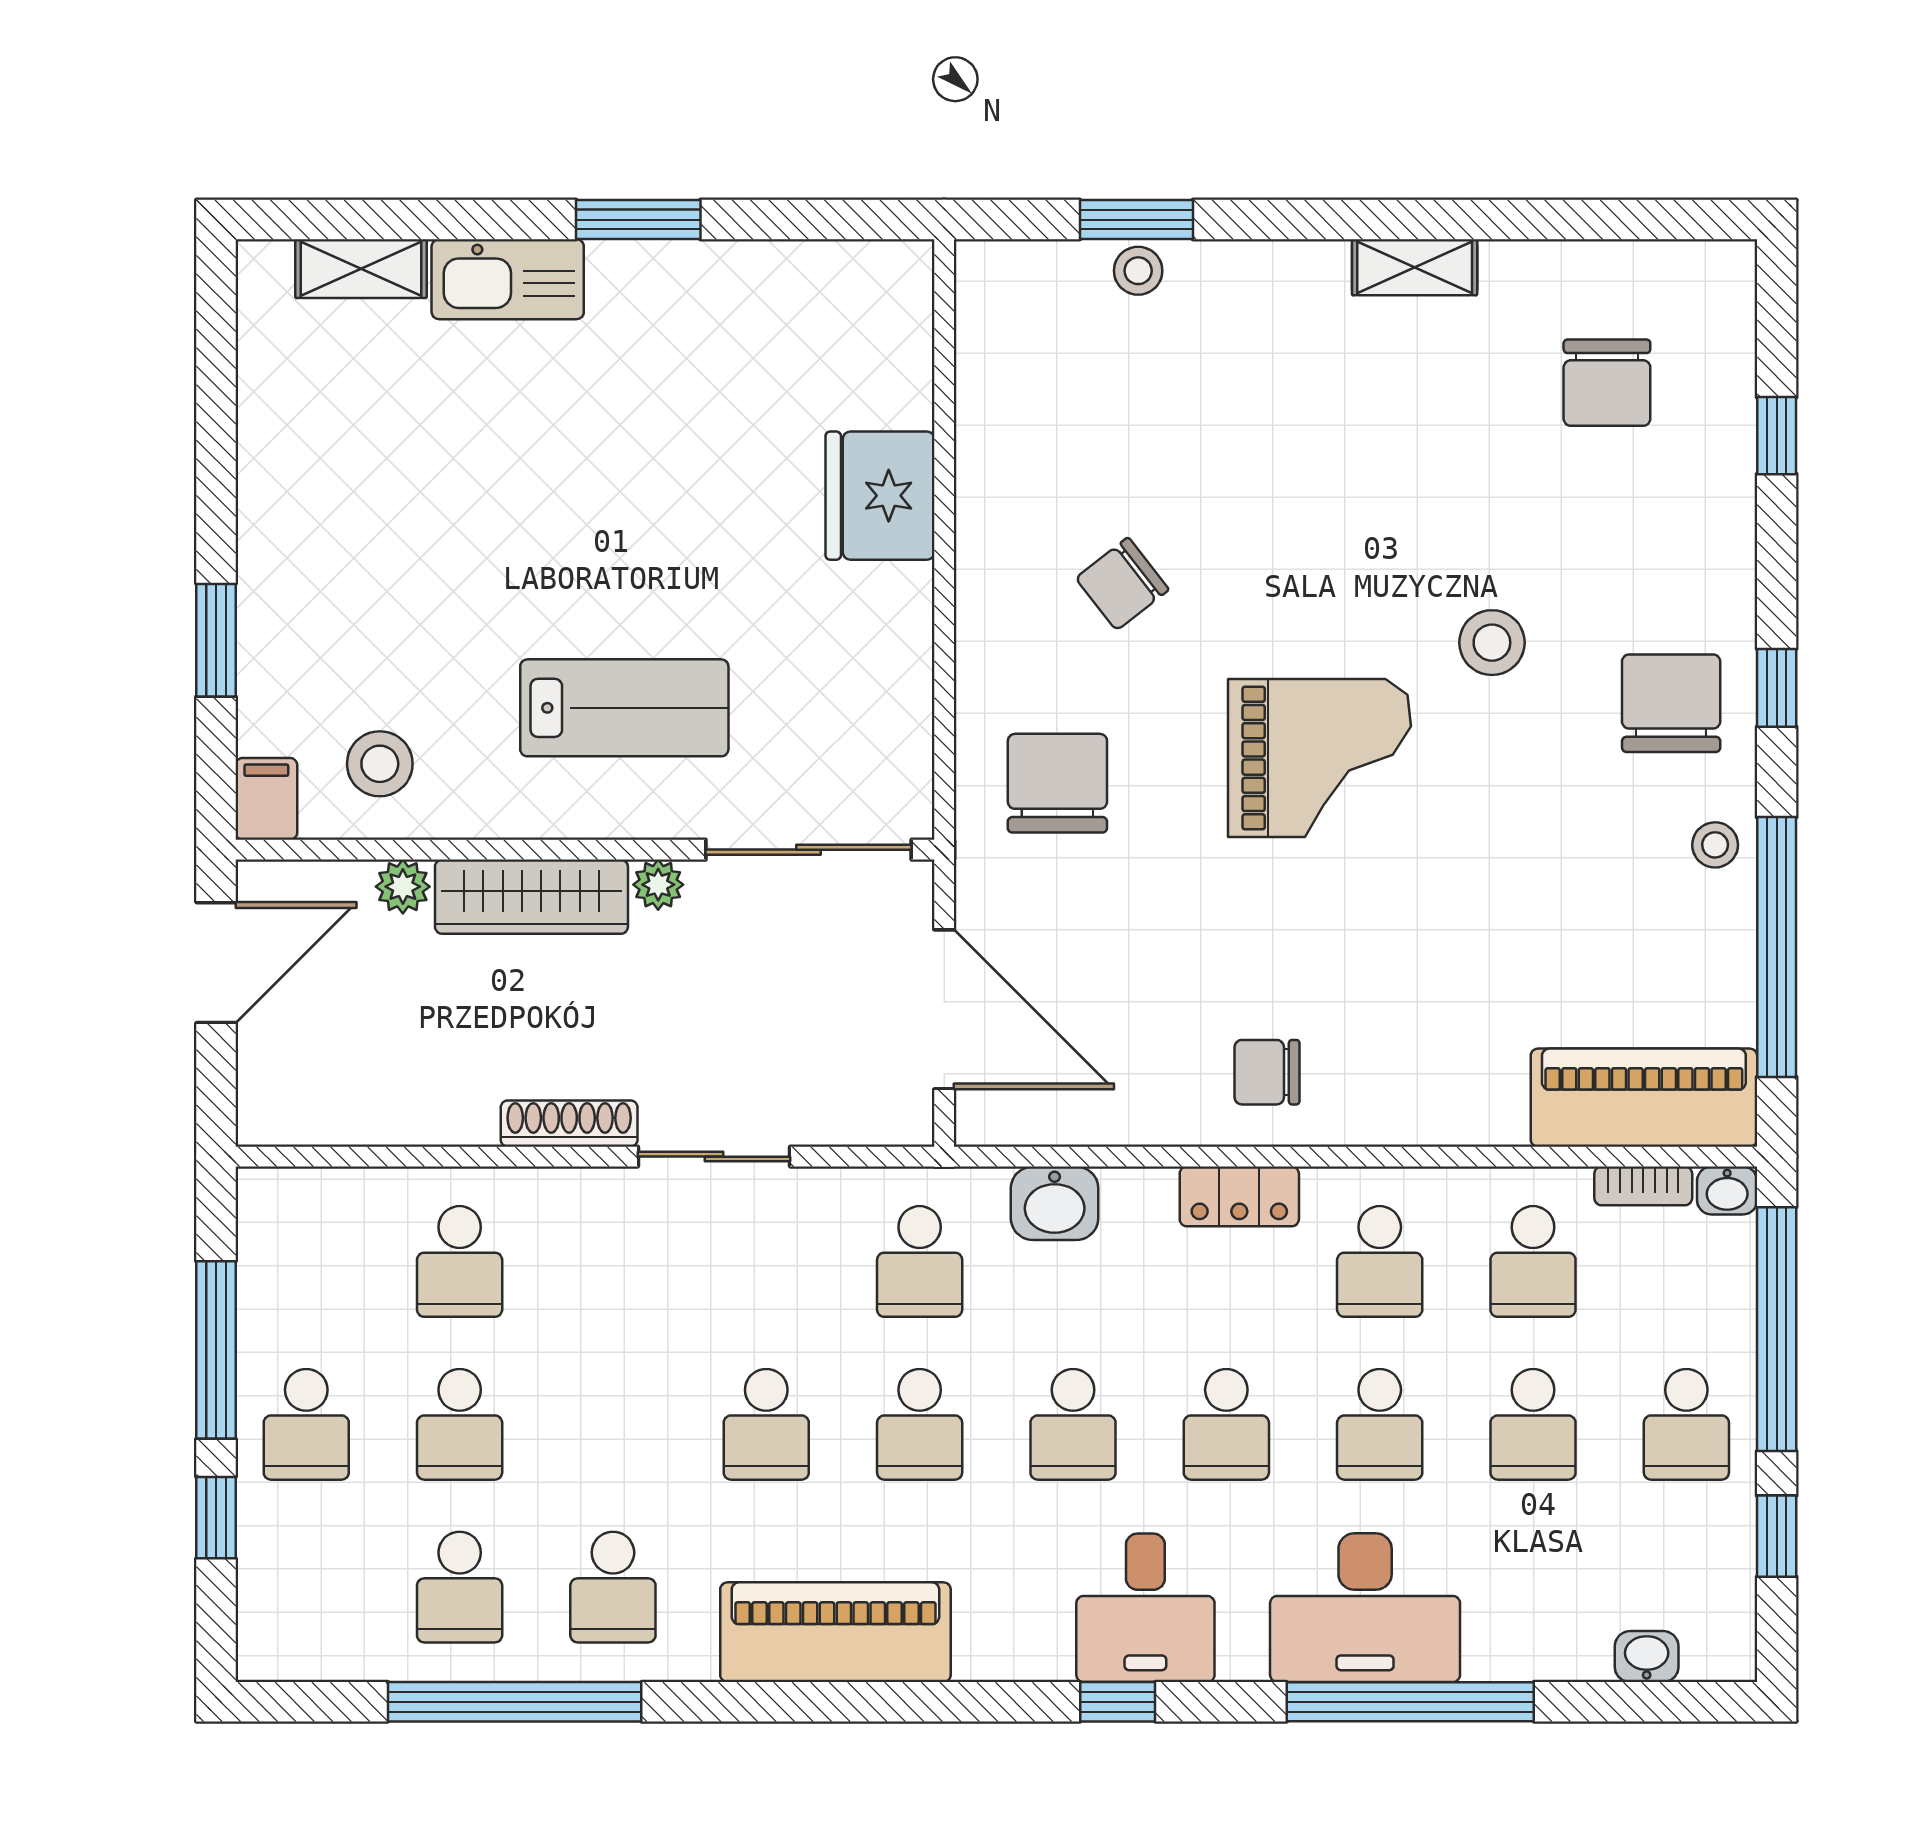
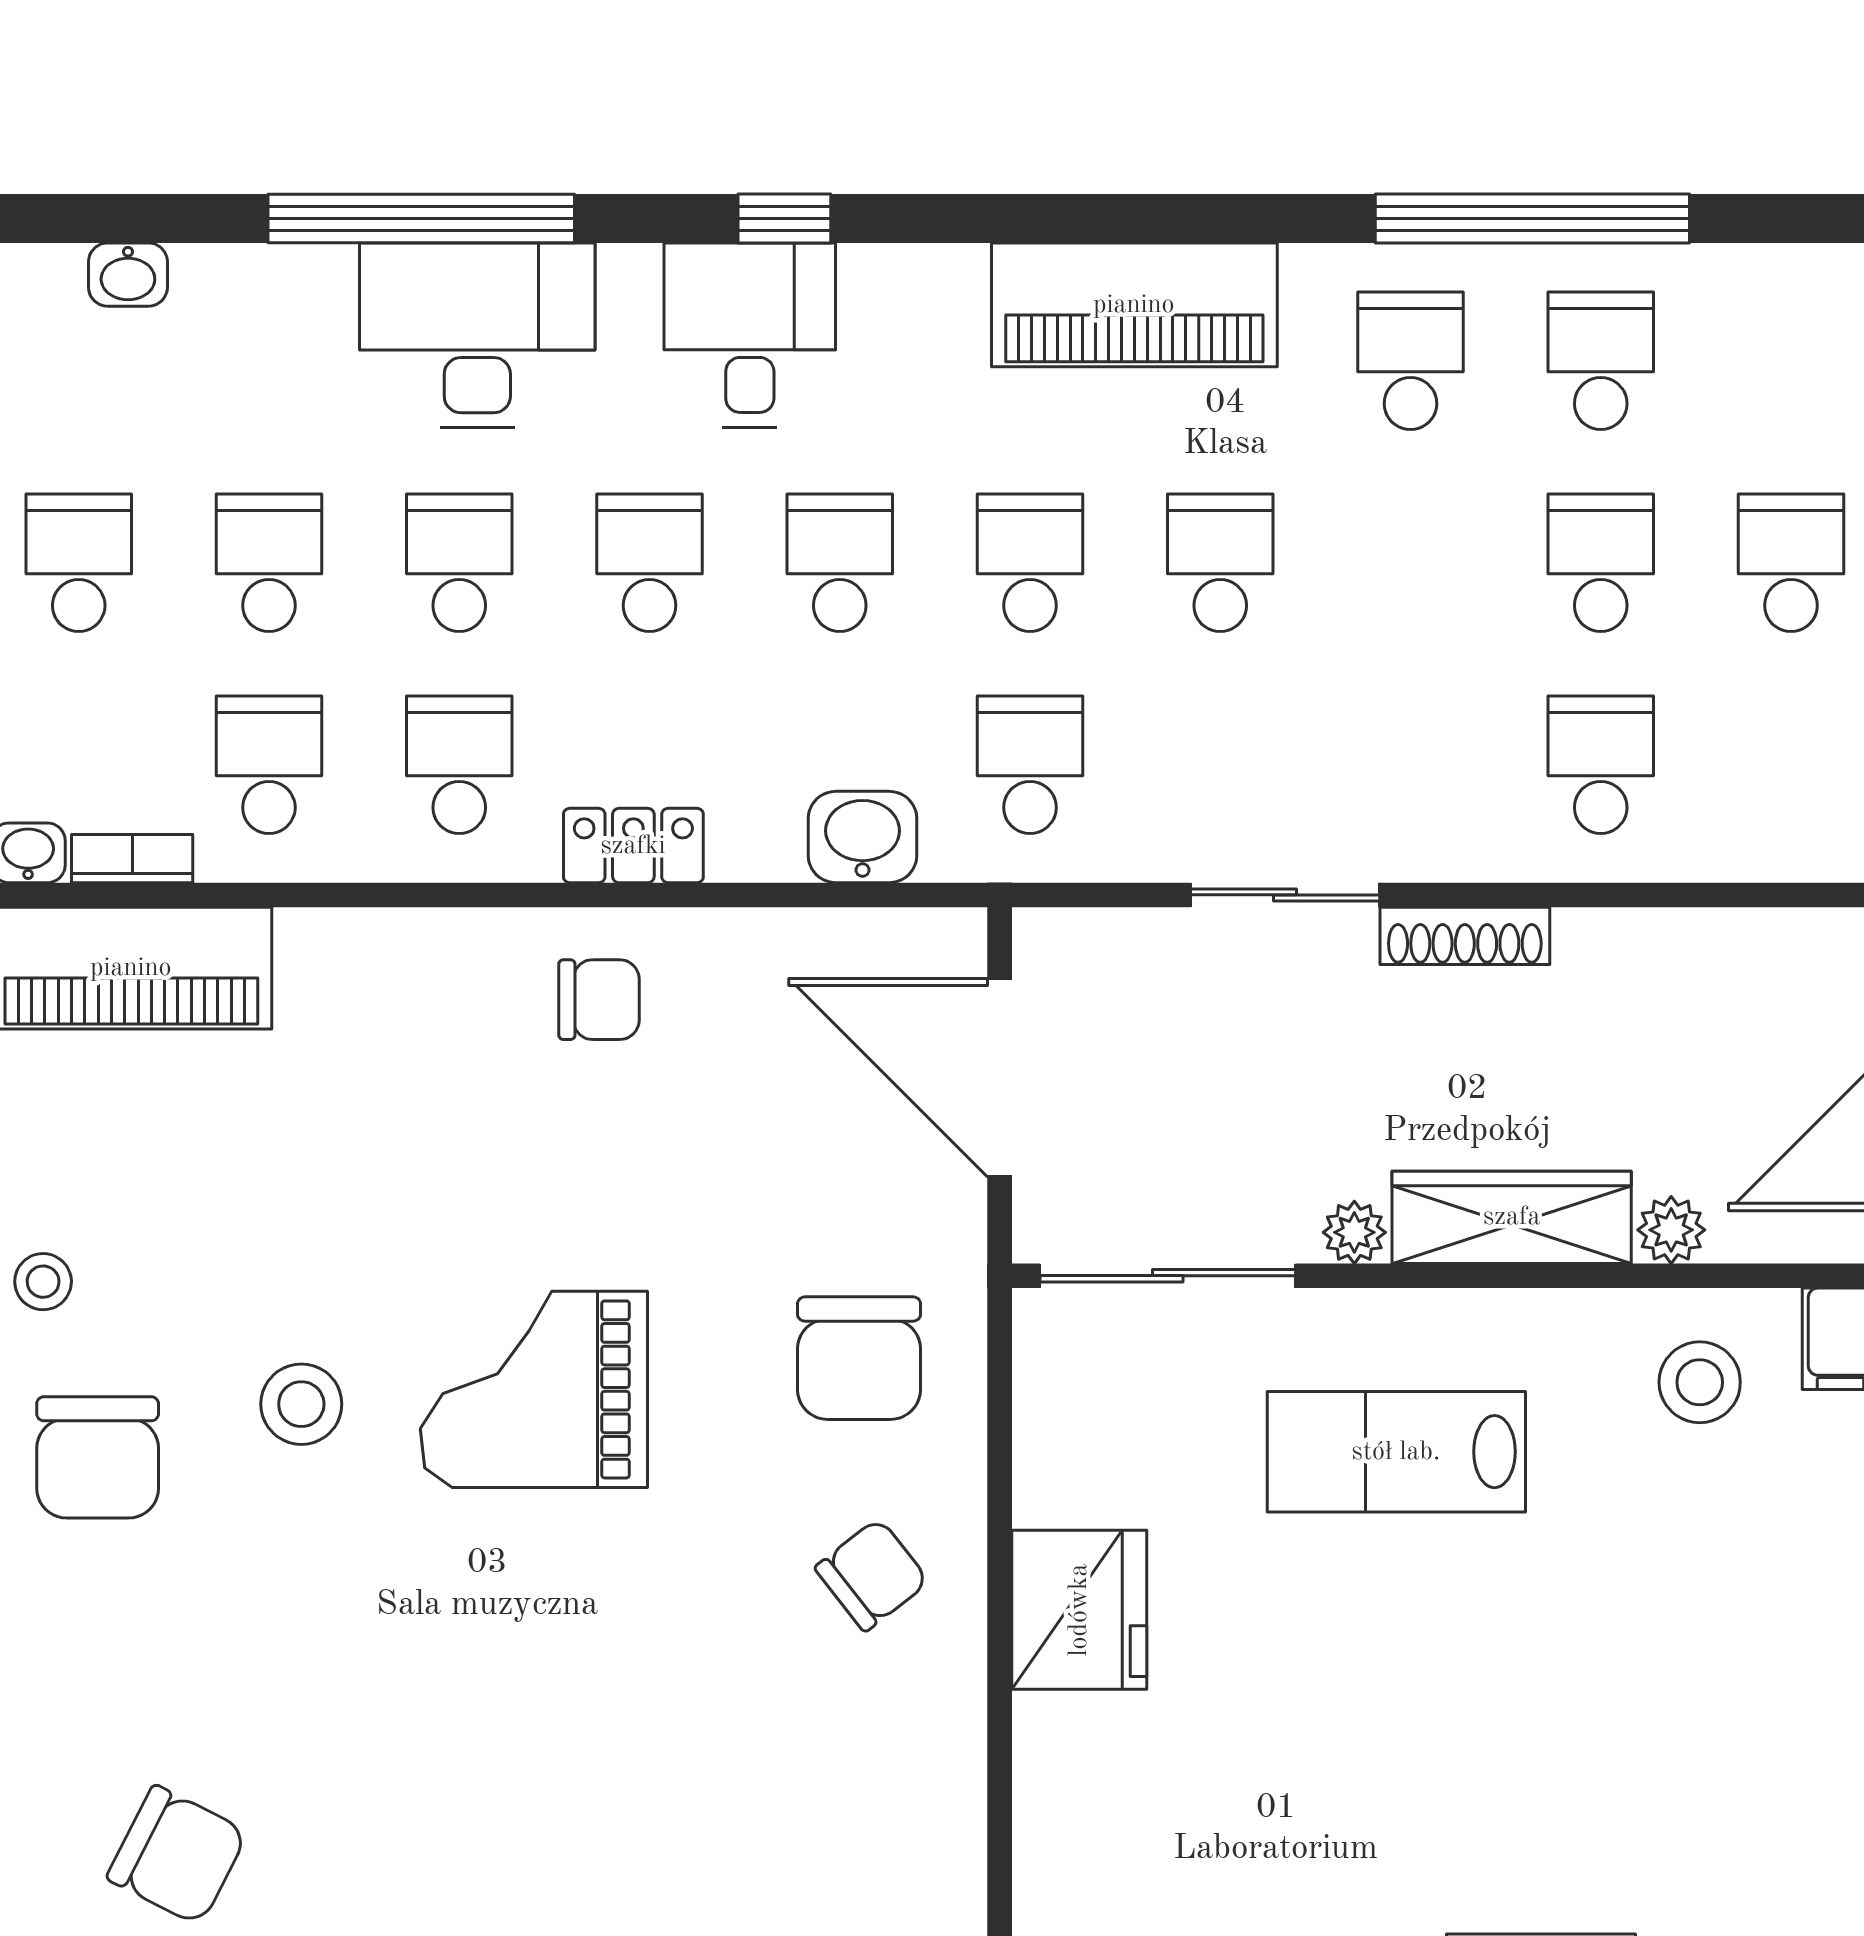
chair: (1607, 383) -> (177, 1855), turned 117
fridge: (880, 496) -> (1079, 1610), moved
chair: (1122, 584) -> (872, 1575), moved
stool: (1492, 643) -> (301, 1404), moved

